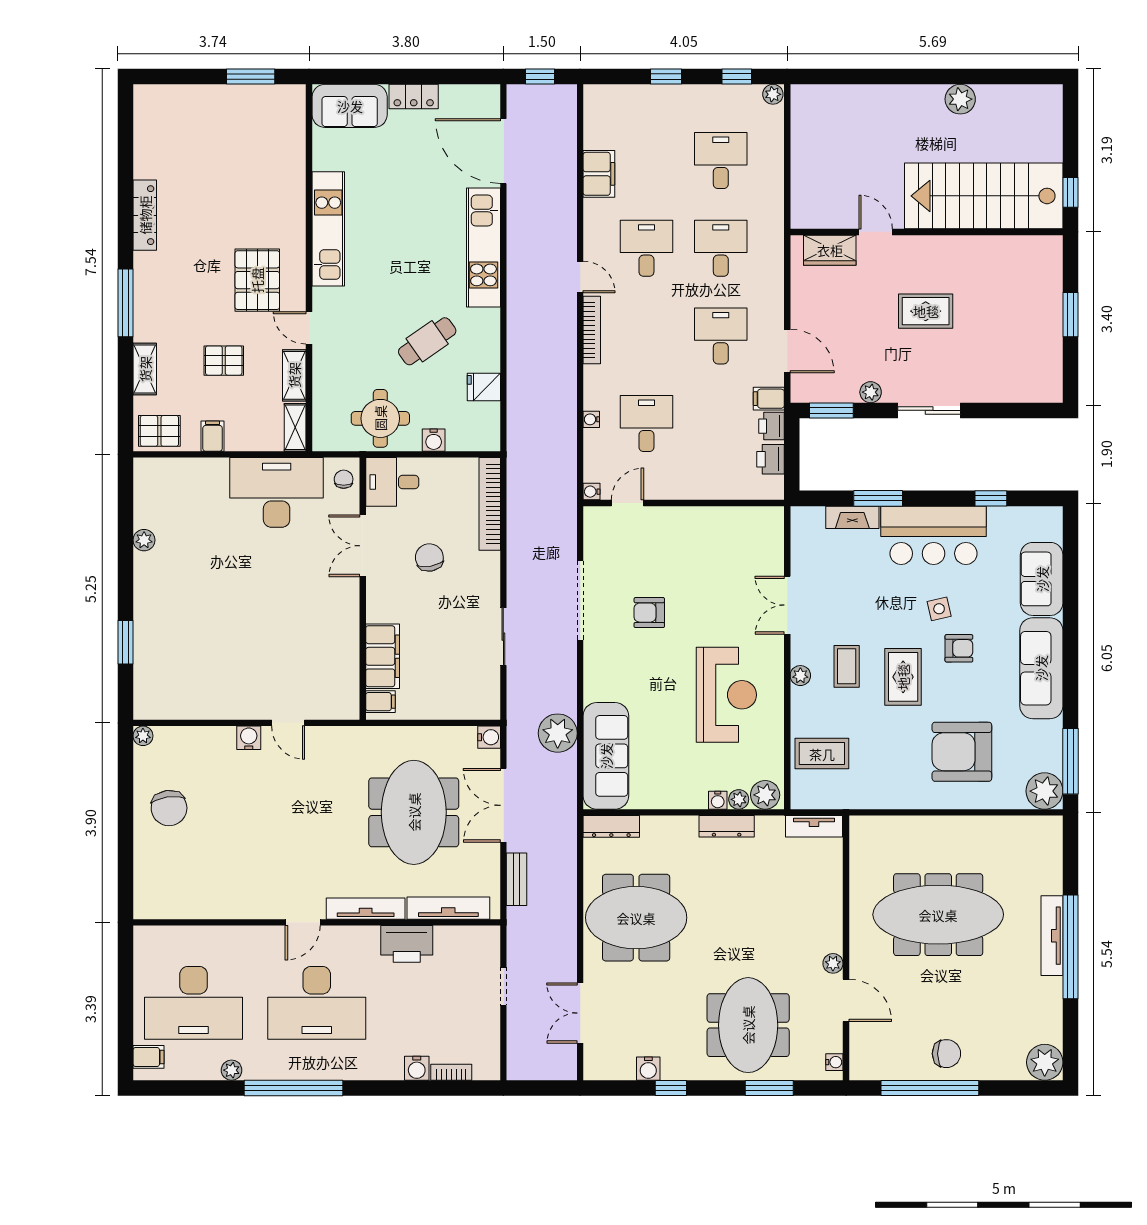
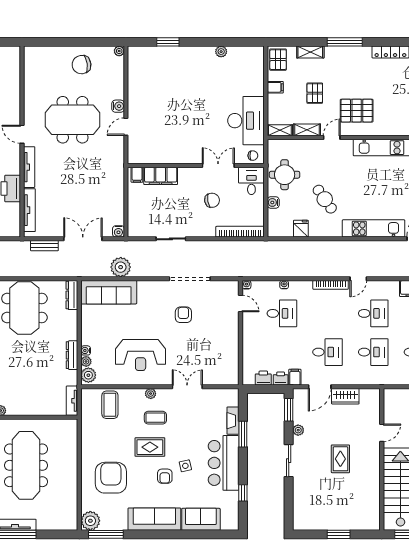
wardrobe: (830, 250) -> (345, 396), moved, turned -90
meeting table: (414, 812) -> (73, 120), moved

